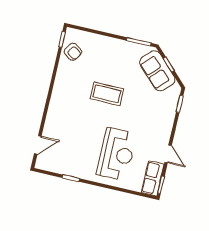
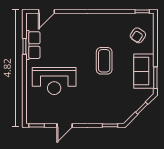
armchair: (73, 52) -> (138, 35), moved
sofa: (157, 71) -> (144, 71), moved, turned -45
door: (38, 145) -> (46, 11), hinge flipped
row of seats: (153, 178) -> (33, 45), moved, turned 90

